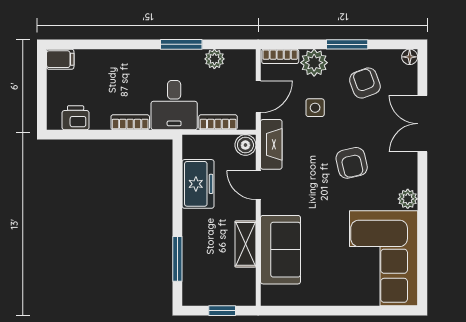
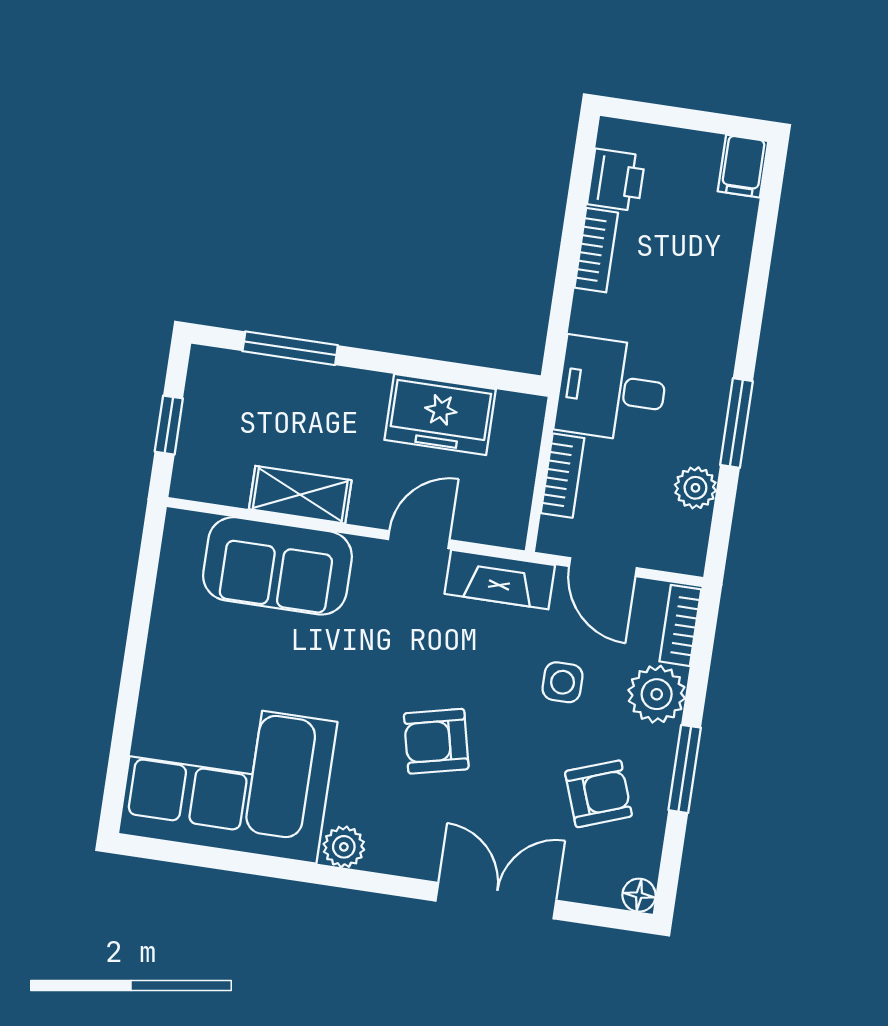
bookcase: (130, 122) -> (596, 250), moved
boiler: (245, 145) -> (506, 525), removed

